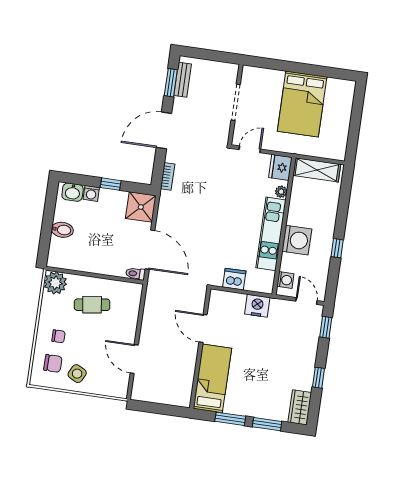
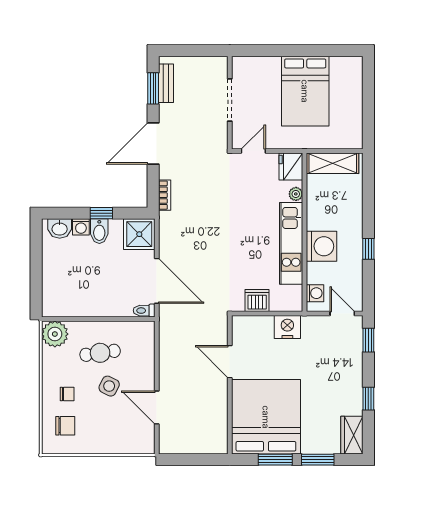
bidet: (62, 230) -> (99, 231), moved, turned 90
side table: (77, 374) -> (109, 386), moved
bed: (212, 378) -> (266, 417), width x2.04

